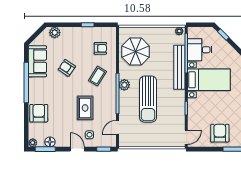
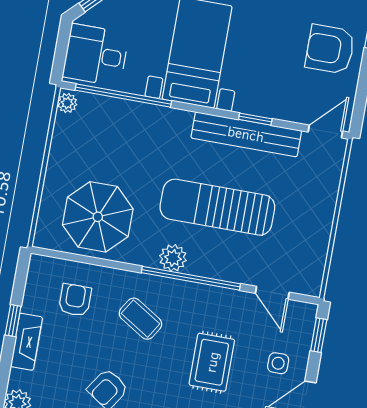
fireplace: (80, 32) -> (26, 342), added
desk: (200, 50) -> (96, 55), moved, turned 90
bench: (179, 67) -> (246, 134), moved
sun lounger: (148, 99) -> (217, 207), turned 180
rug: (85, 108) -> (212, 362), turned 90
door: (186, 137) -> (325, 132), hinge flipped

